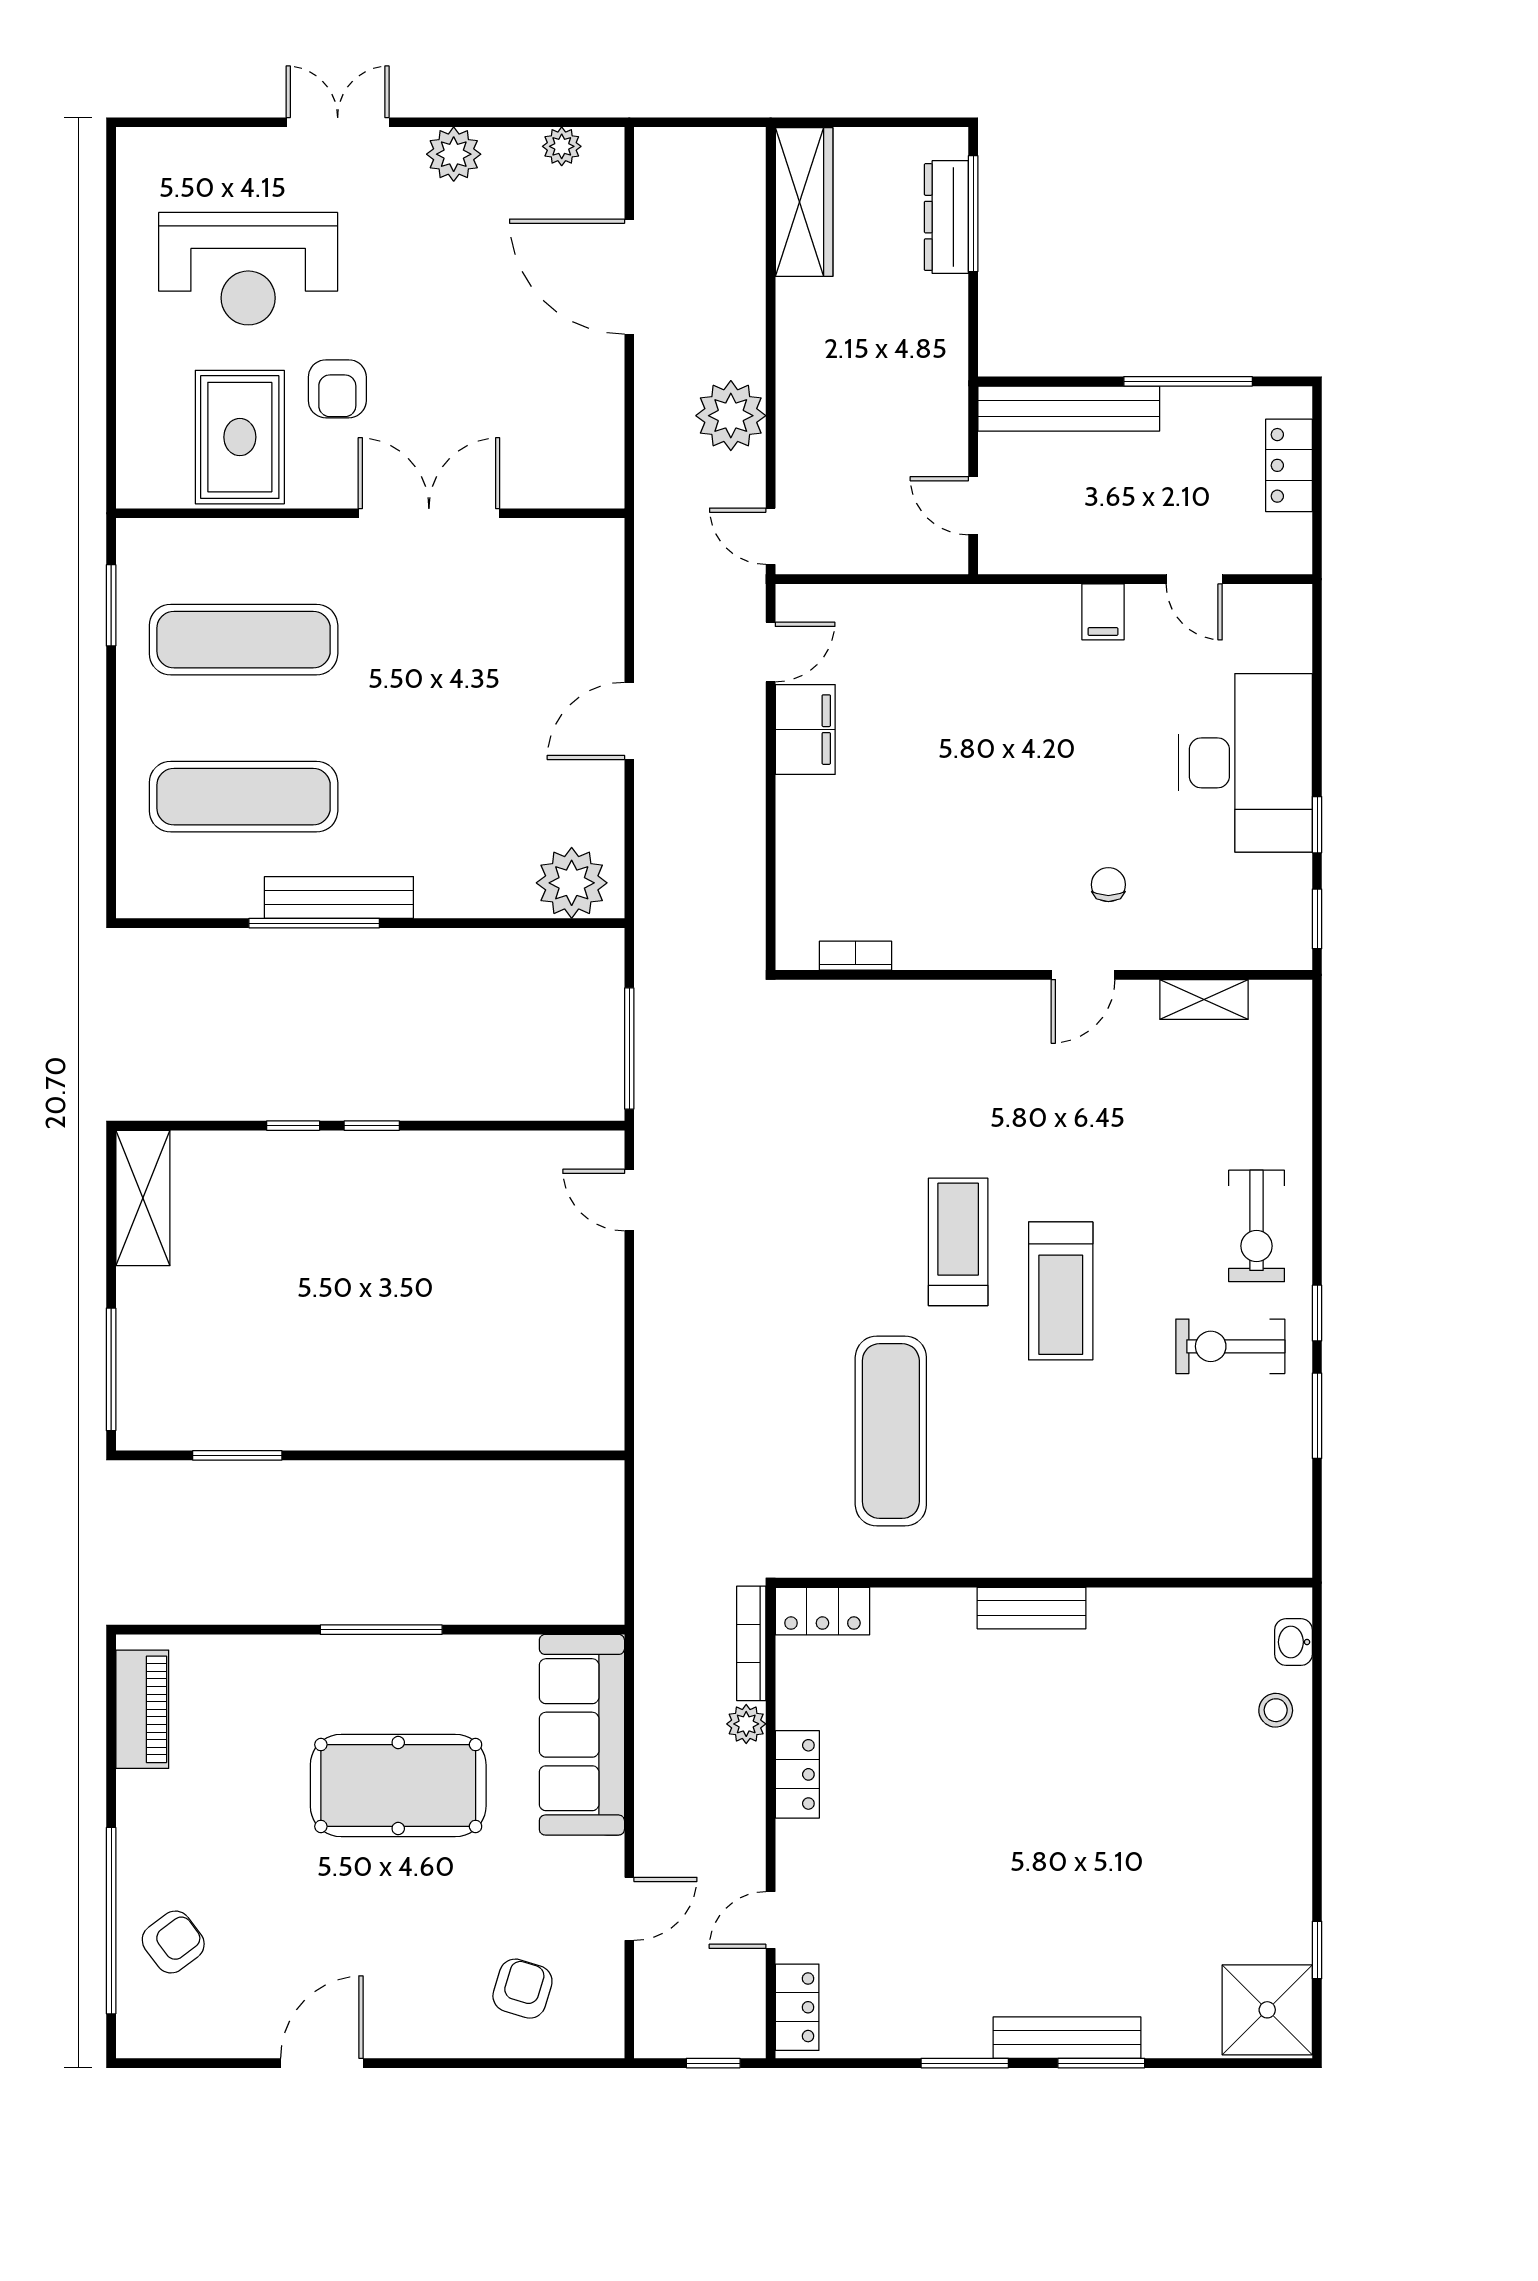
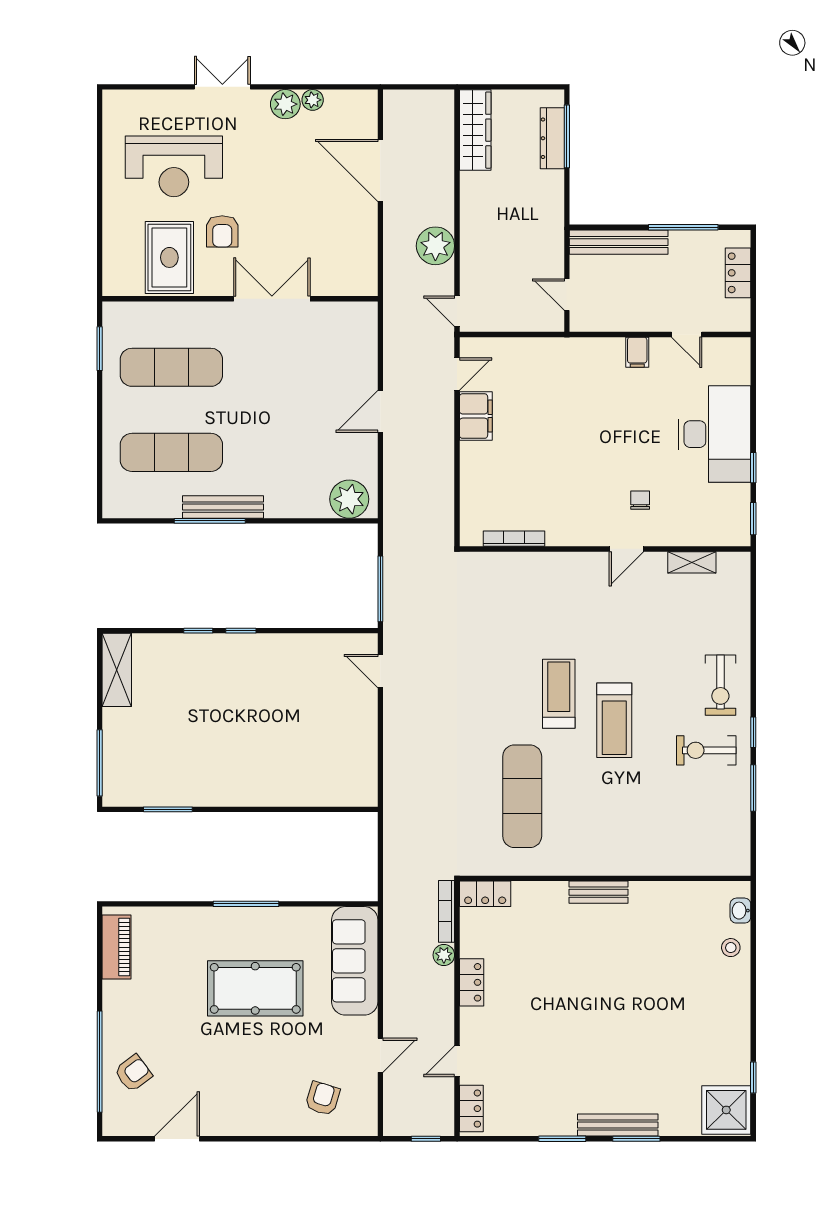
plant: (562, 146) -> (313, 100), moved
bookcase: (856, 956) -> (514, 539), width x1.56
door: (322, 2063) -> (177, 1139), moved

